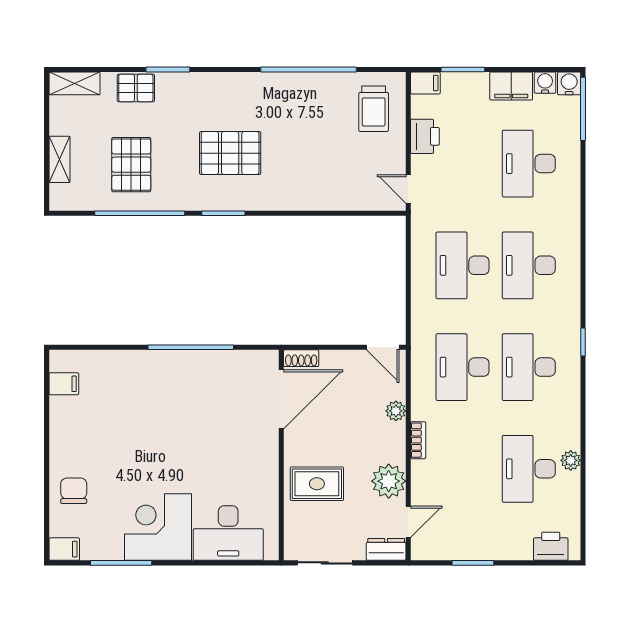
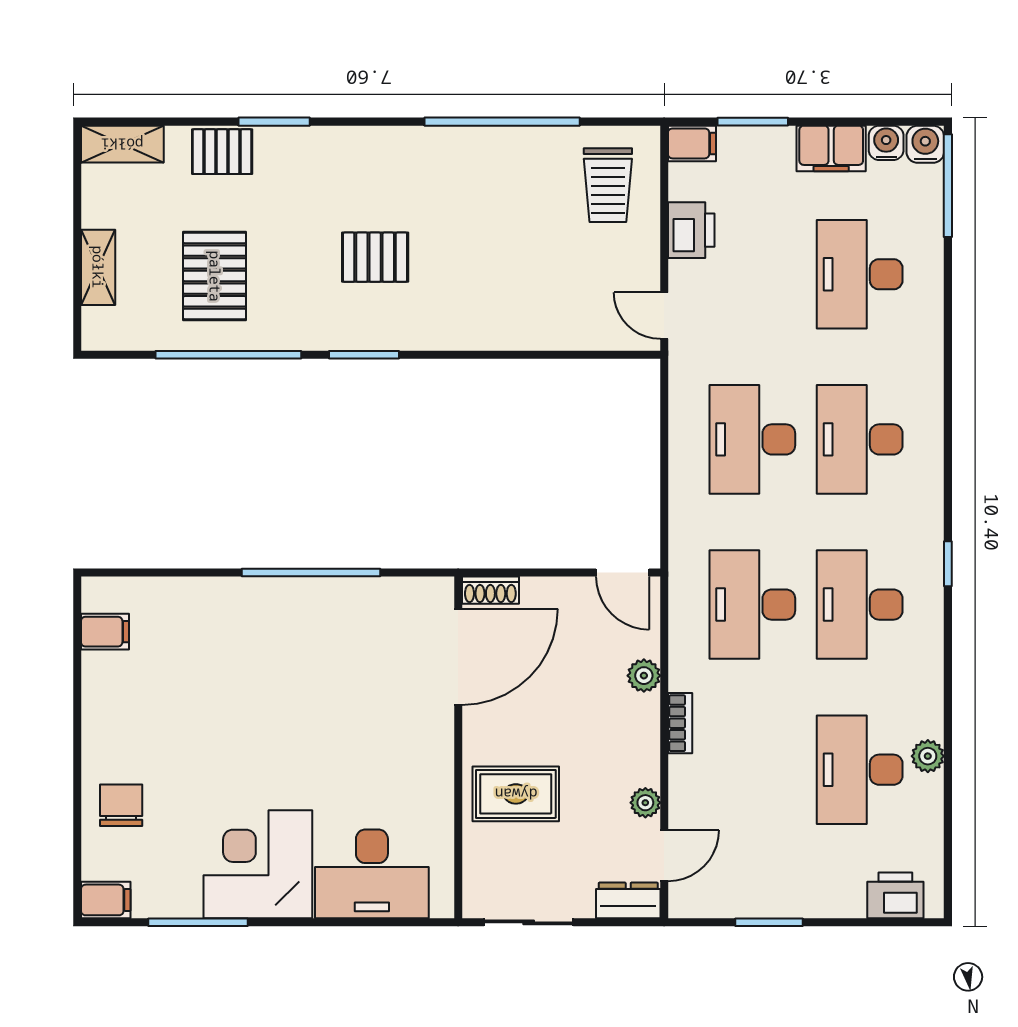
pallet: (230, 153) -> (375, 257), width x0.67, depth x0.71
plant: (389, 481) -> (645, 803), width x0.53, depth x0.53

